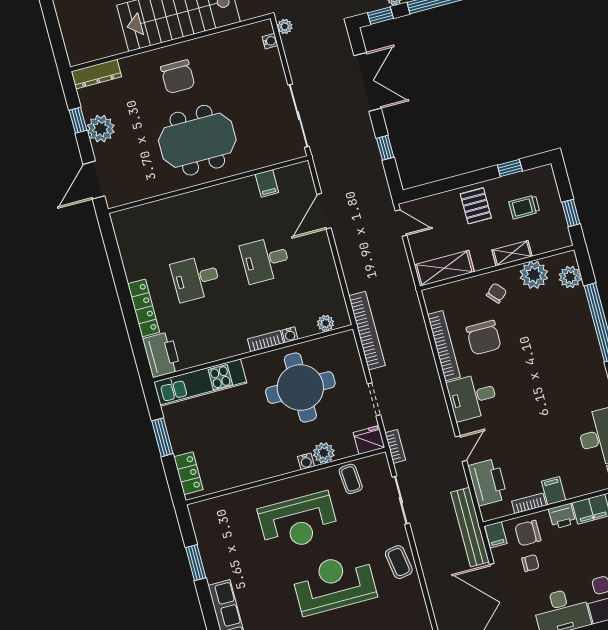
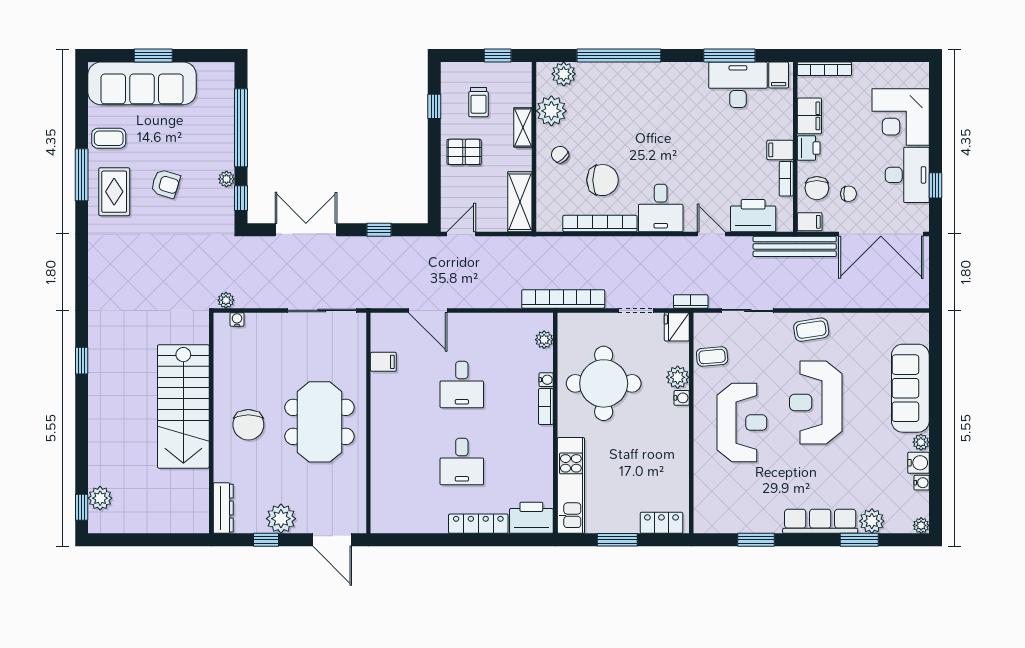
chair: (178, 77) -> (248, 425), turned 90
chair: (530, 563) -> (849, 194), turned 90

